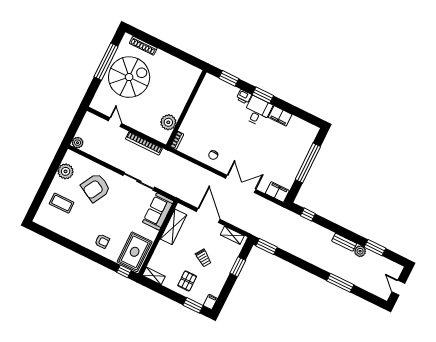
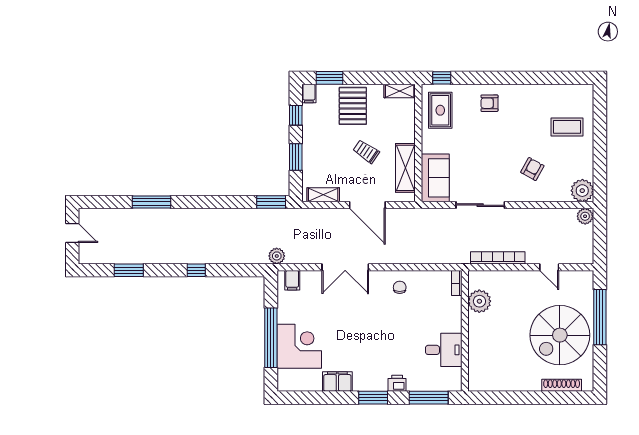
window: (106, 62) -> (600, 317), moved
window: (229, 78) -> (429, 398), width x1.44
desk: (257, 111) -> (444, 350), moved, turned -90
corner desk: (293, 149) -> (299, 346), added
plant: (66, 171) -> (582, 191), moved
armchair: (96, 188) -> (532, 169), width x0.53, depth x0.53
filing cabinet: (277, 192) -> (292, 280), width x0.50
window: (308, 215) -> (196, 270), moved
bench: (344, 242) -> (172, 257), removed
plant: (360, 251) -> (277, 256), moved
rug: (135, 252) -> (440, 110), width x0.73, depth x0.70
trolley: (203, 258) -> (366, 152), moved
pallet: (187, 281) -> (353, 106), width x1.50, depth x1.42
window: (225, 292) -> (296, 115), added

